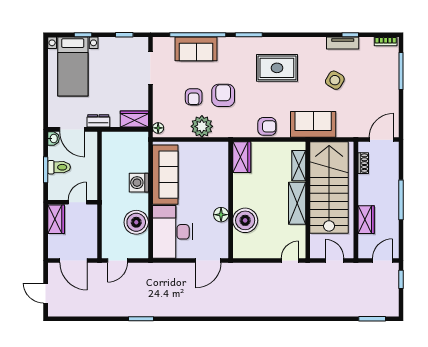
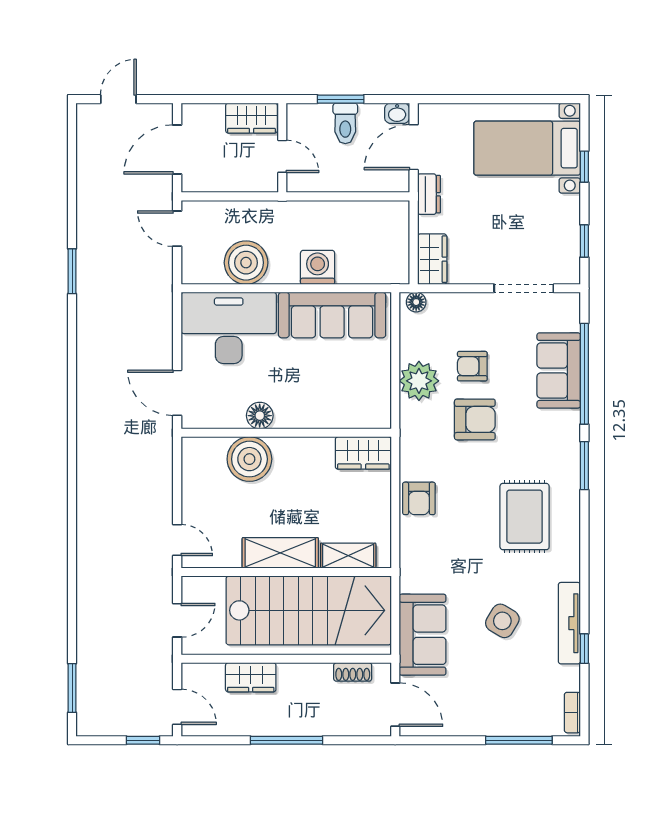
tv unit: (343, 43) -> (569, 623), width x1.41
sofa: (313, 124) -> (423, 635), moved

